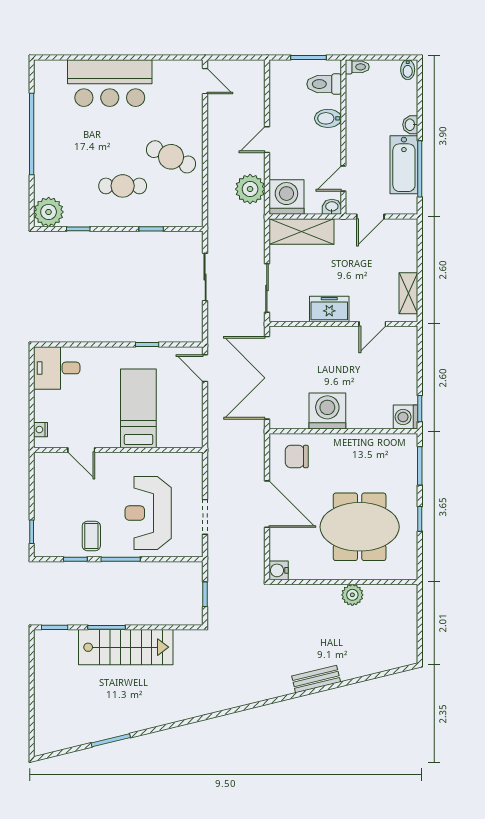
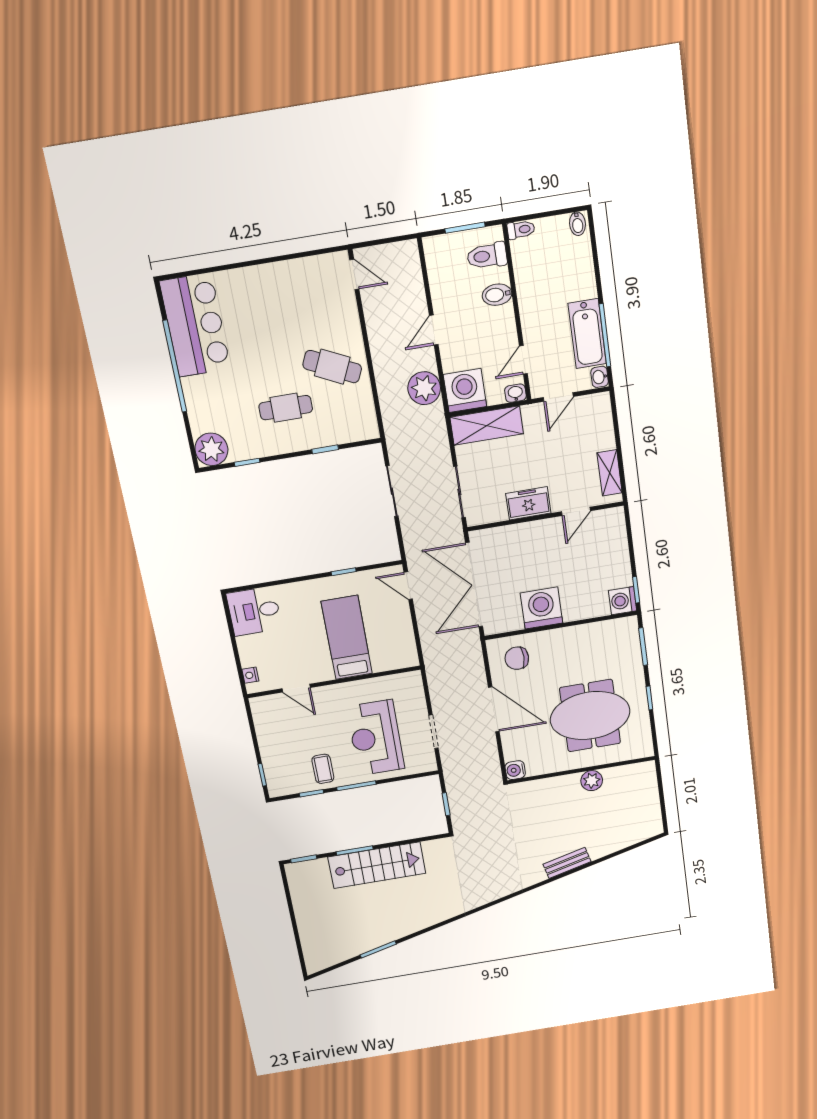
bar counter: (110, 83) -> (195, 325), moved, turned -90
washbasin: (410, 125) -> (600, 377), moved

